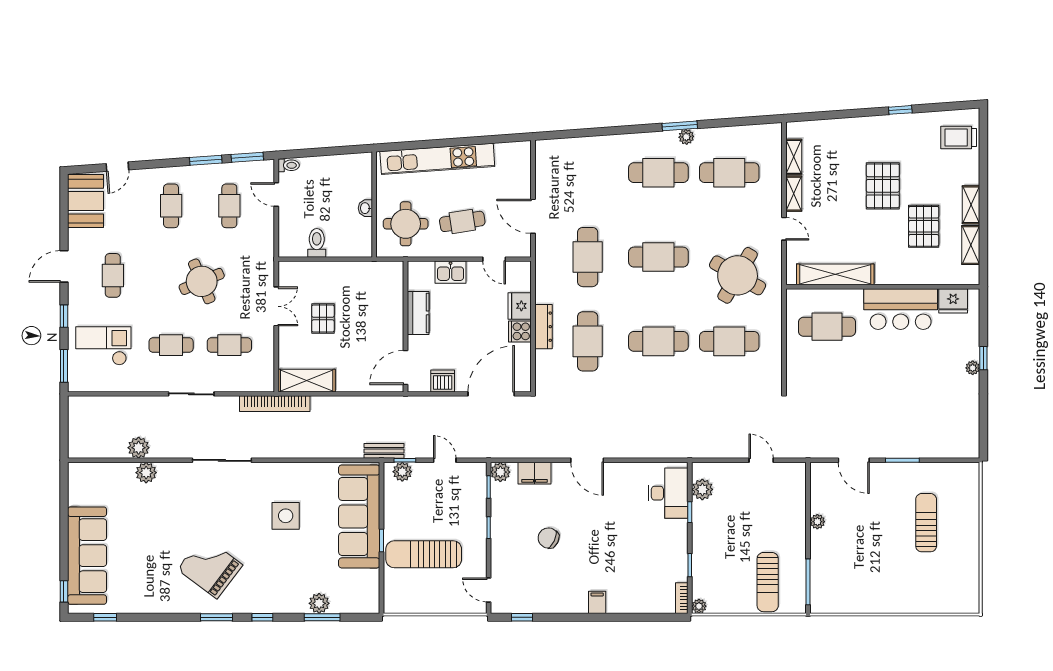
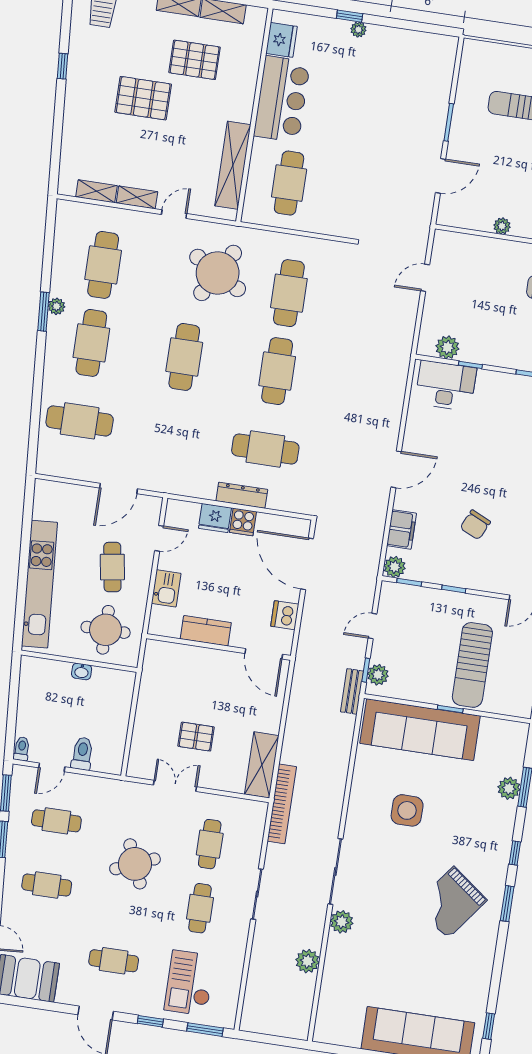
toilet: (317, 243) -> (82, 754), moved, turned 90
cafe table: (588, 257) -> (80, 421), moved
plant: (146, 473) -> (342, 922), moved

